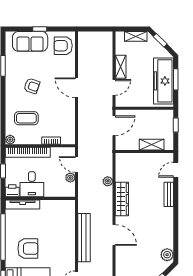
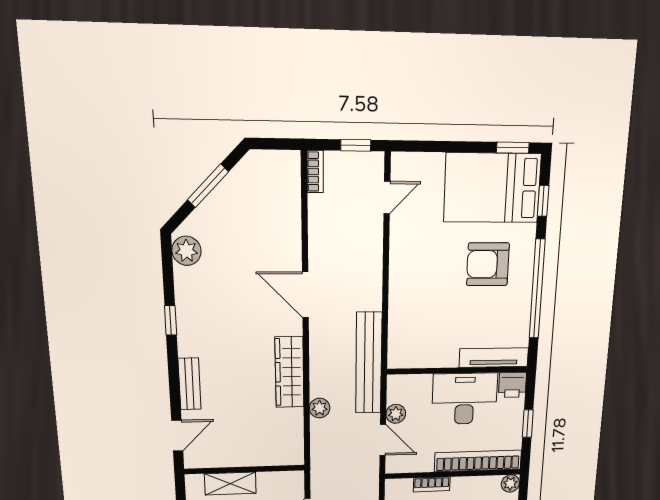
desk: (32, 184) -> (465, 399), width x1.37
window: (176, 224) -> (171, 320), added
bench: (84, 238) -> (369, 363), moved

